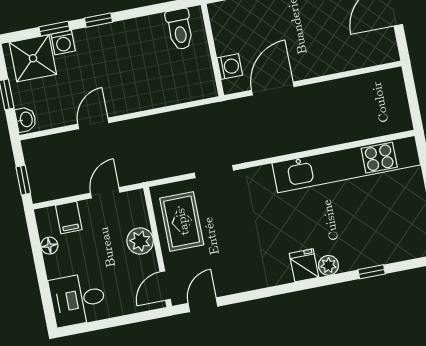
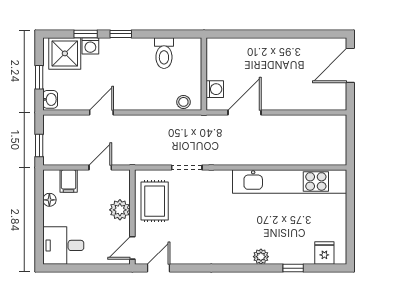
toilet: (180, 29) -> (164, 53), moved
stool: (194, 90) -> (183, 102), added
fridge: (304, 265) -> (324, 253), moved

